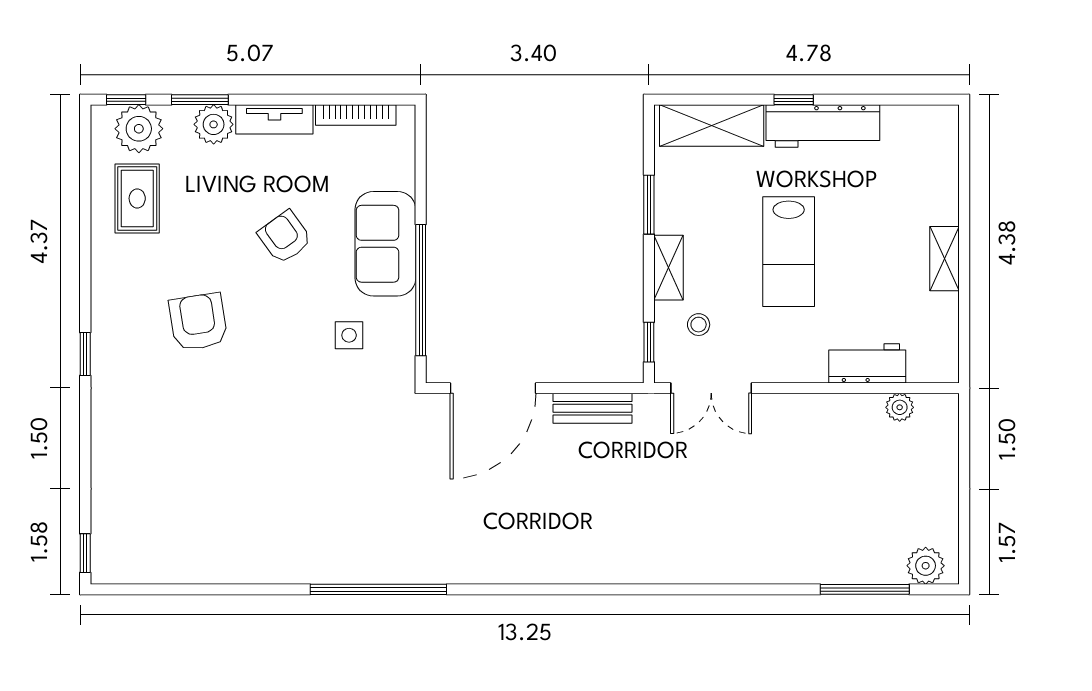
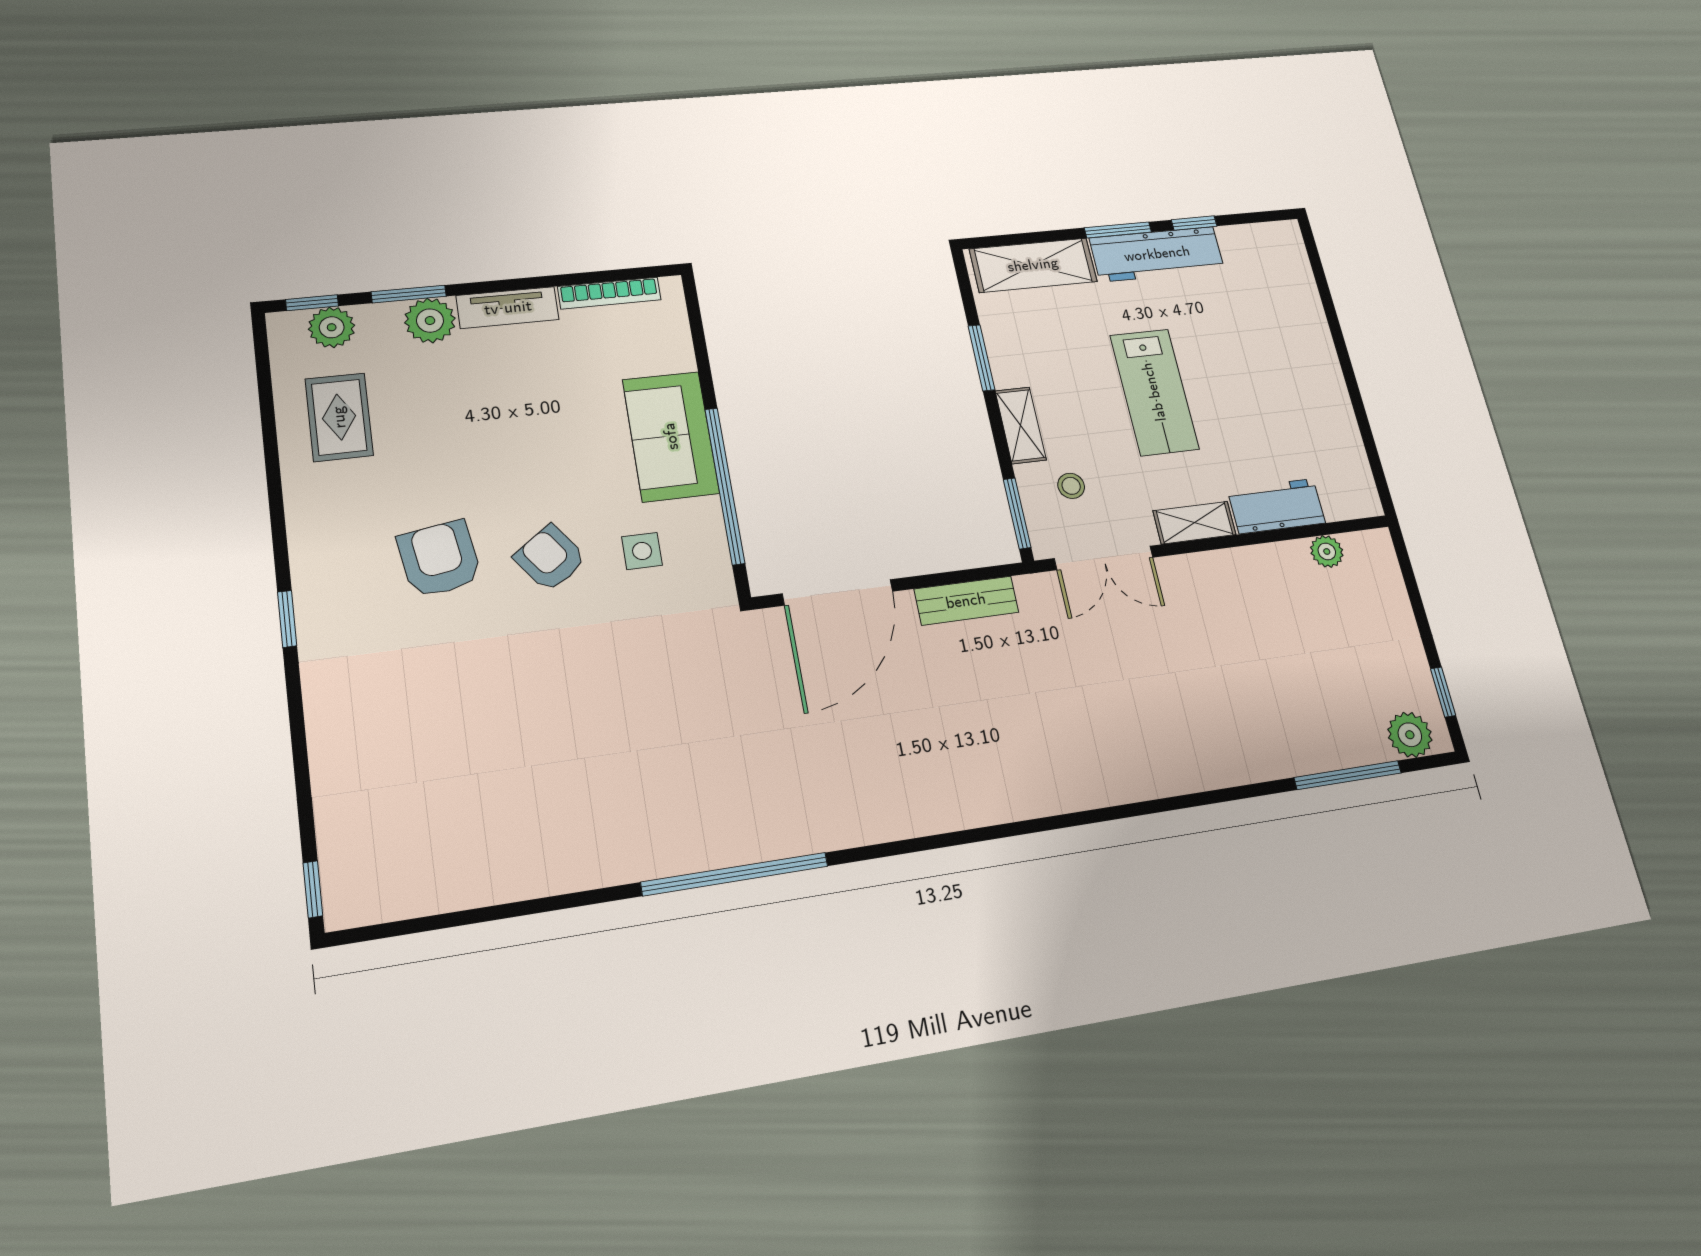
window: (794, 100) -> (1118, 230), width x1.50
window: (864, 100) -> (1194, 223), added
plant: (139, 129) -> (332, 327), width x0.73, depth x0.73
armchair: (285, 237) -> (550, 558), moved
shelving: (945, 259) -> (1194, 523), moved, turned 90
window: (649, 342) -> (1017, 513), width x1.50
window: (964, 536) -> (1443, 692), added

